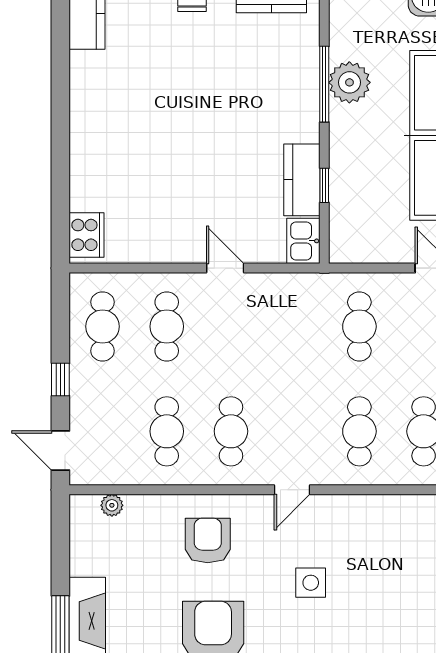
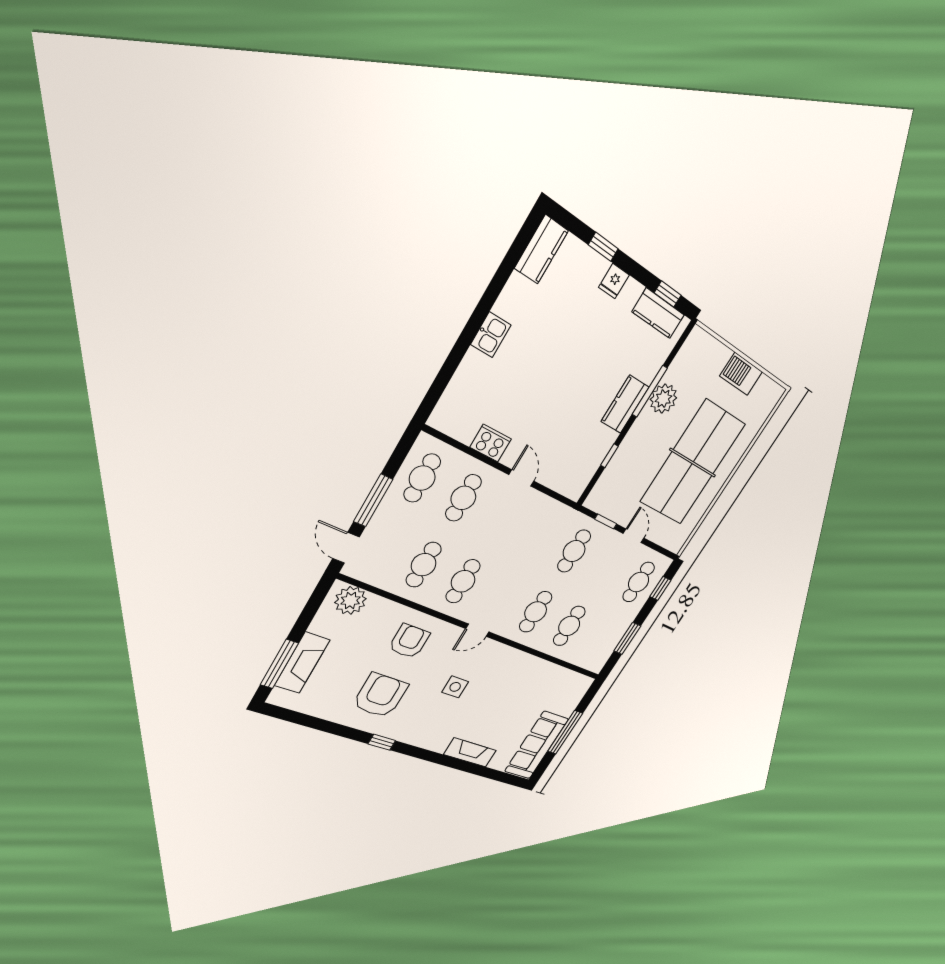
kitchen counter: (302, 180) -> (625, 404), moved
cooker: (87, 235) -> (491, 443), moved, turned -90
kitchen sink: (303, 241) -> (491, 335), moved, turned 180
window: (378, 268) -> (606, 521), added
window: (60, 379) -> (373, 500), width x2.17
plant: (112, 505) -> (350, 600), width x1.87, depth x1.87

